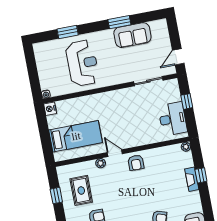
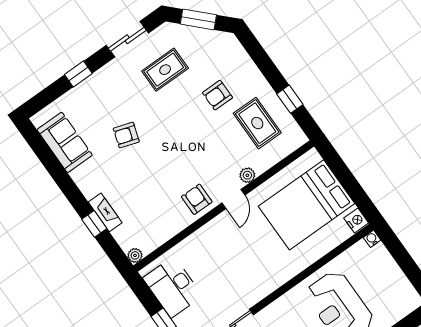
bed: (76, 136) -> (307, 205), width x1.50
door: (115, 153) -> (233, 199), hinge flipped

